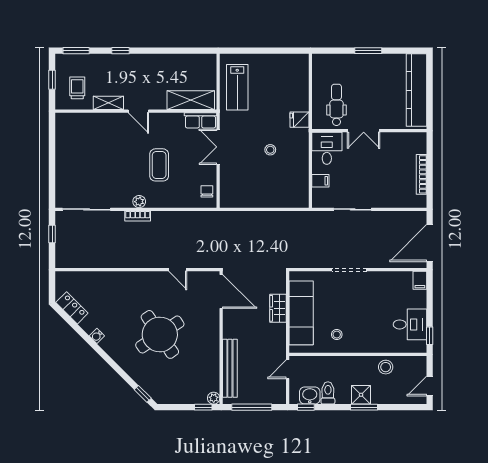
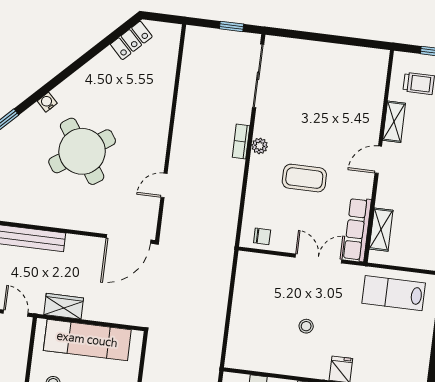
shelving: (191, 100) -> (381, 230), width x0.67, depth x0.75
row of seats: (201, 120) -> (357, 229), width x1.48
wardrobe: (278, 308) -> (64, 306), moved
water cooler: (97, 336) -> (47, 102), moved

